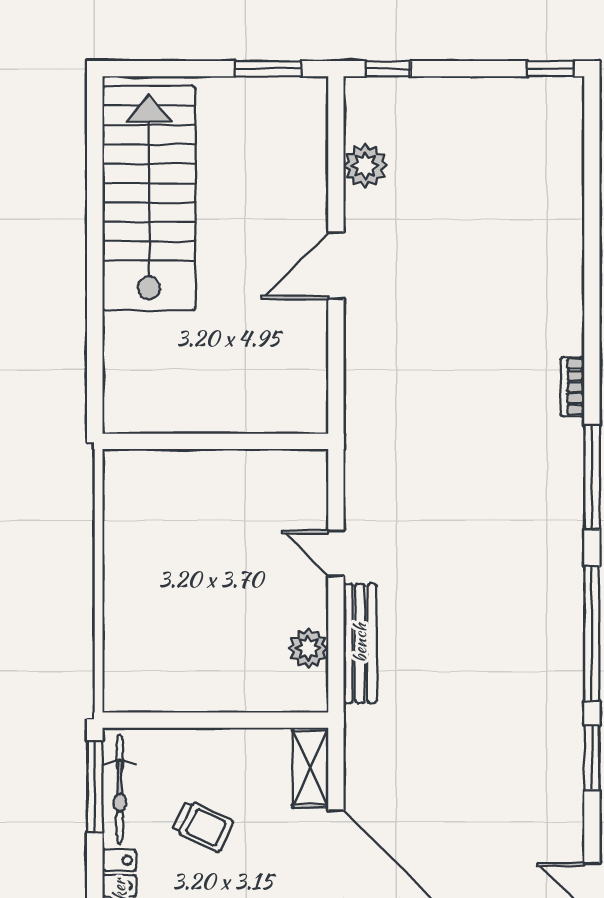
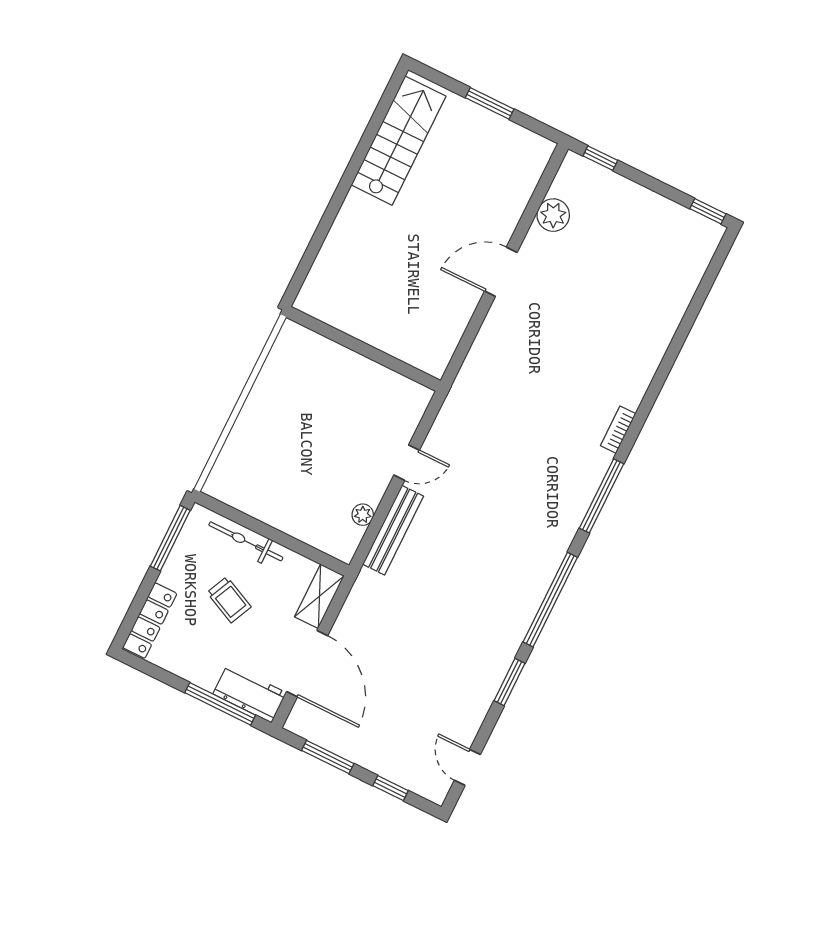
window: (268, 69) -> (490, 103), moved
stairs: (149, 198) -> (399, 141), width x0.73, depth x0.66
door: (336, 553) -> (407, 463), swing flipped
plant: (308, 648) -> (363, 515), width x0.73, depth x0.73
bicycle: (120, 789) -> (246, 541), moved, turned 90

